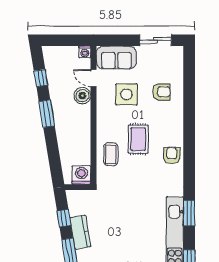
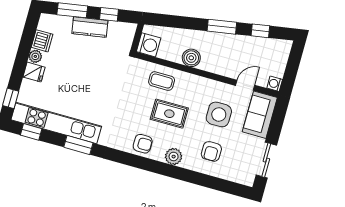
boiler: (82, 96) -> (191, 58), moved
plant: (176, 124) -> (174, 157), added

